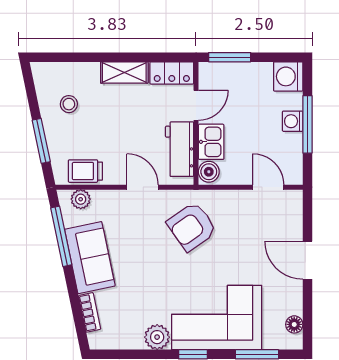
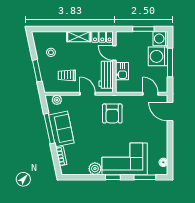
window: (230, 57) -> (143, 29), moved
door: (196, 105) -> (114, 53), swing flipped
washing machine: (293, 121) -> (158, 56), width x1.89, depth x1.89
trolley: (85, 171) -> (67, 75), moved
boiler: (209, 172) -> (121, 86), removed
armchair: (192, 227) -> (112, 113), turned -55
window: (61, 236) -> (49, 129), moved
door: (307, 260) -> (170, 111), moved

